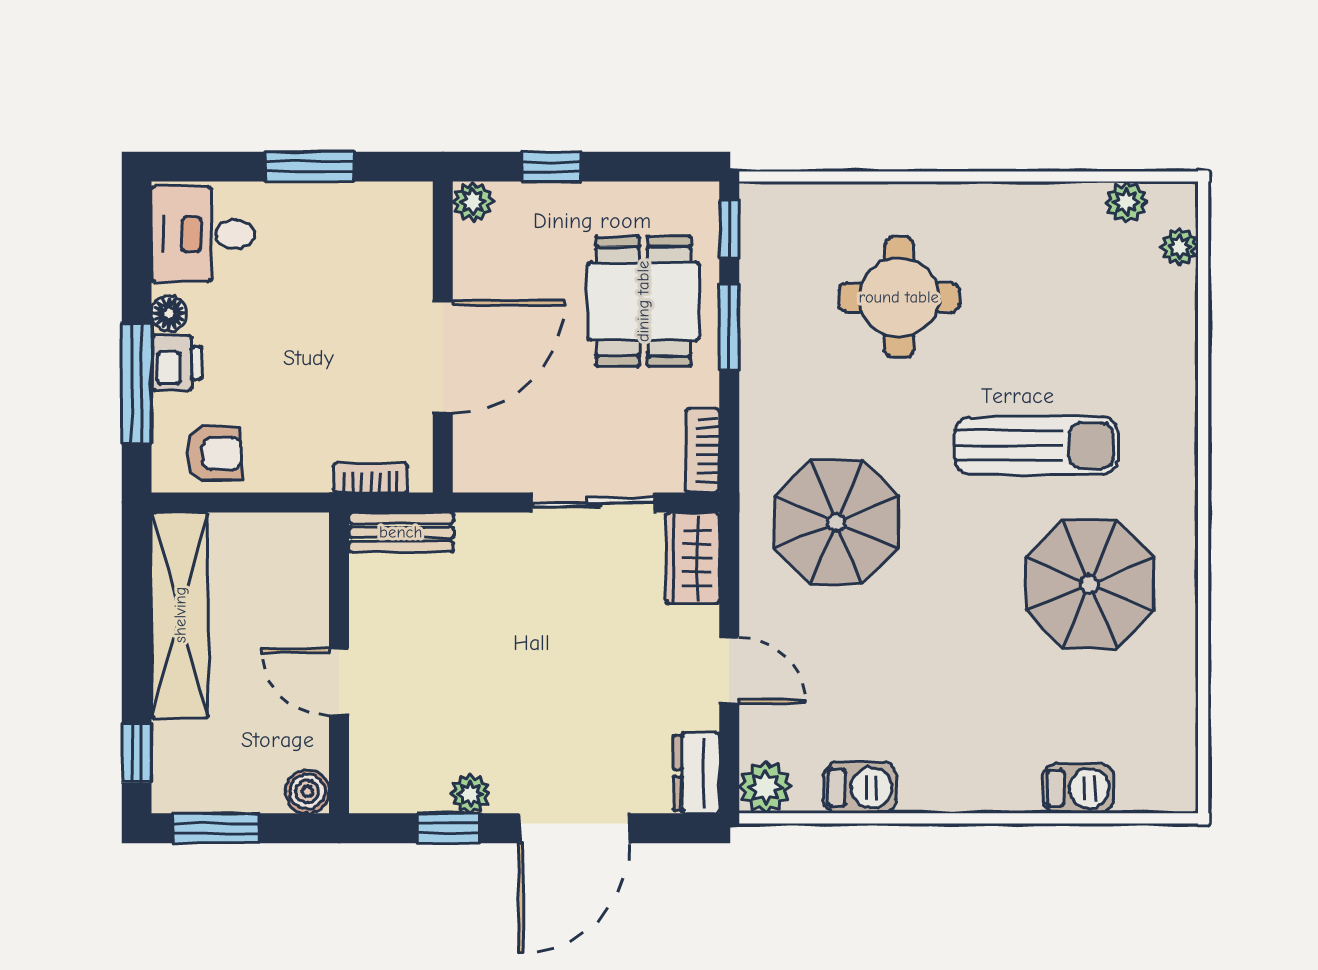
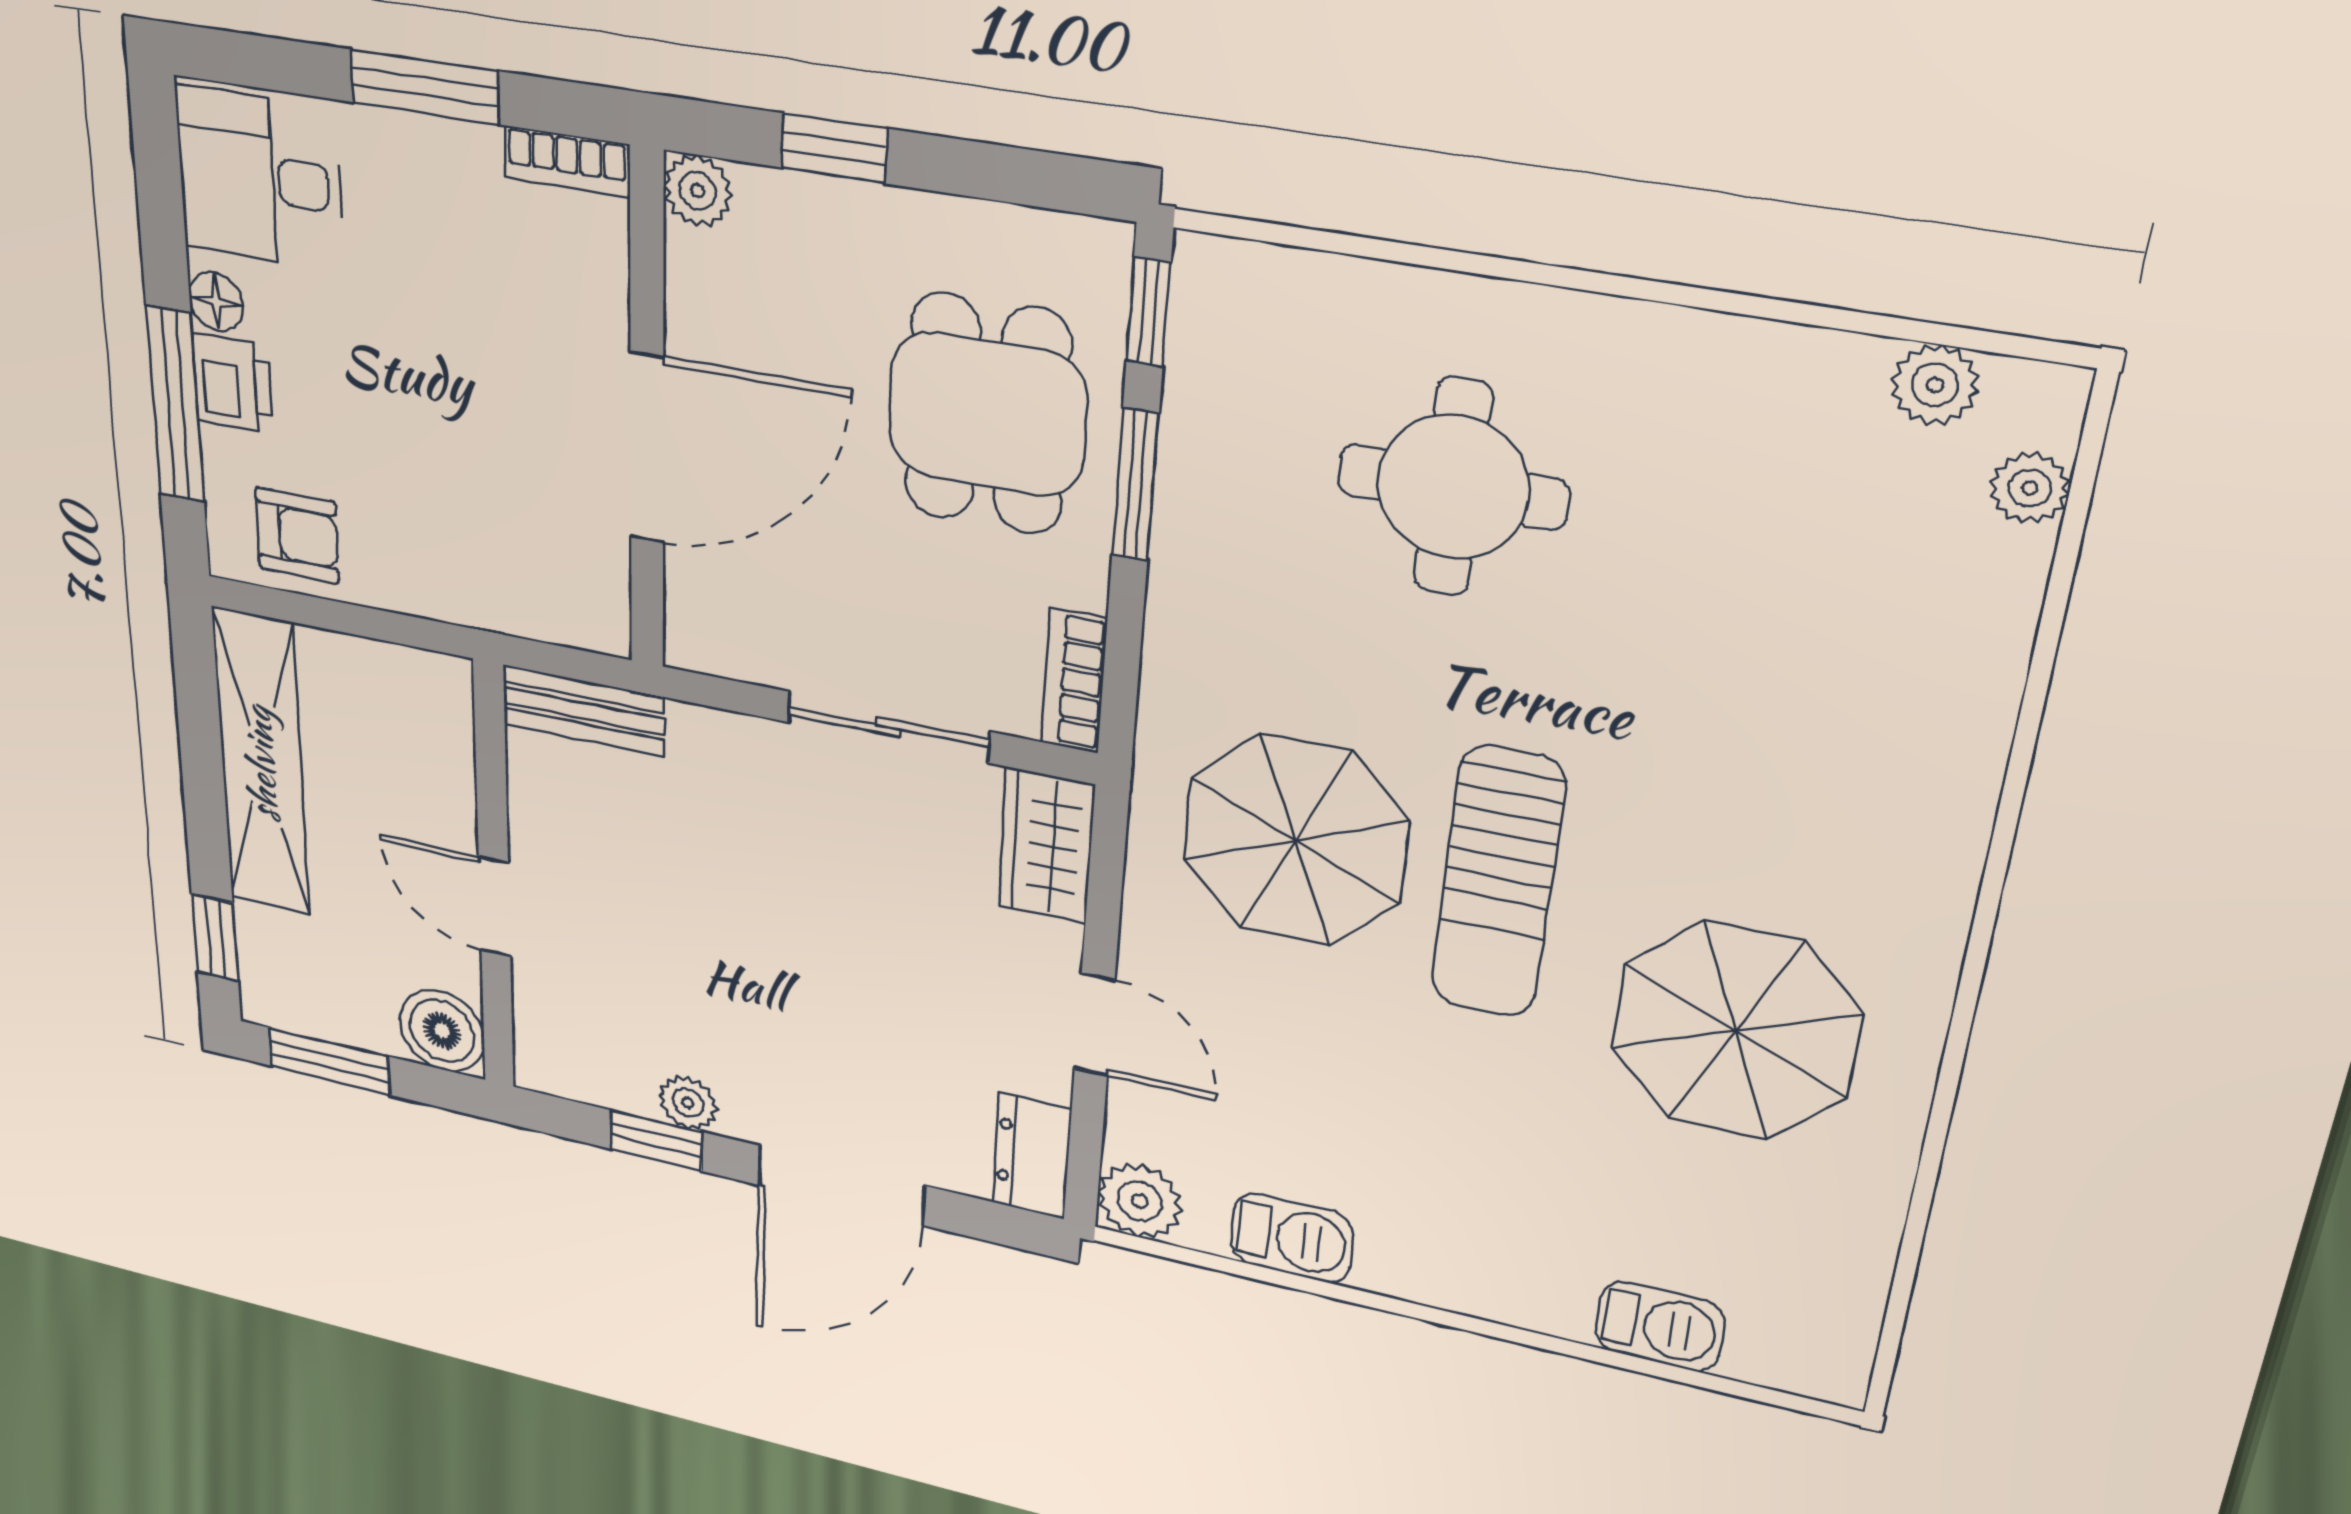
sun lounger: (1036, 446) -> (1498, 883), moved, turned 90
bookcase: (371, 478) -> (567, 161), moved, turned 180
boiler: (307, 792) -> (442, 1031), width x1.36, depth x1.36

